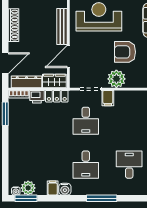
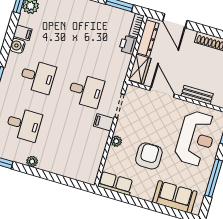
bench: (62, 27) -> (197, 95), width x0.73
plant: (116, 79) -> (116, 141), width x0.53, depth x0.53
locker: (57, 96) -> (122, 67), removed
desk: (86, 121) -> (86, 91), turned 180
desk: (86, 165) -> (38, 77), turned 180

